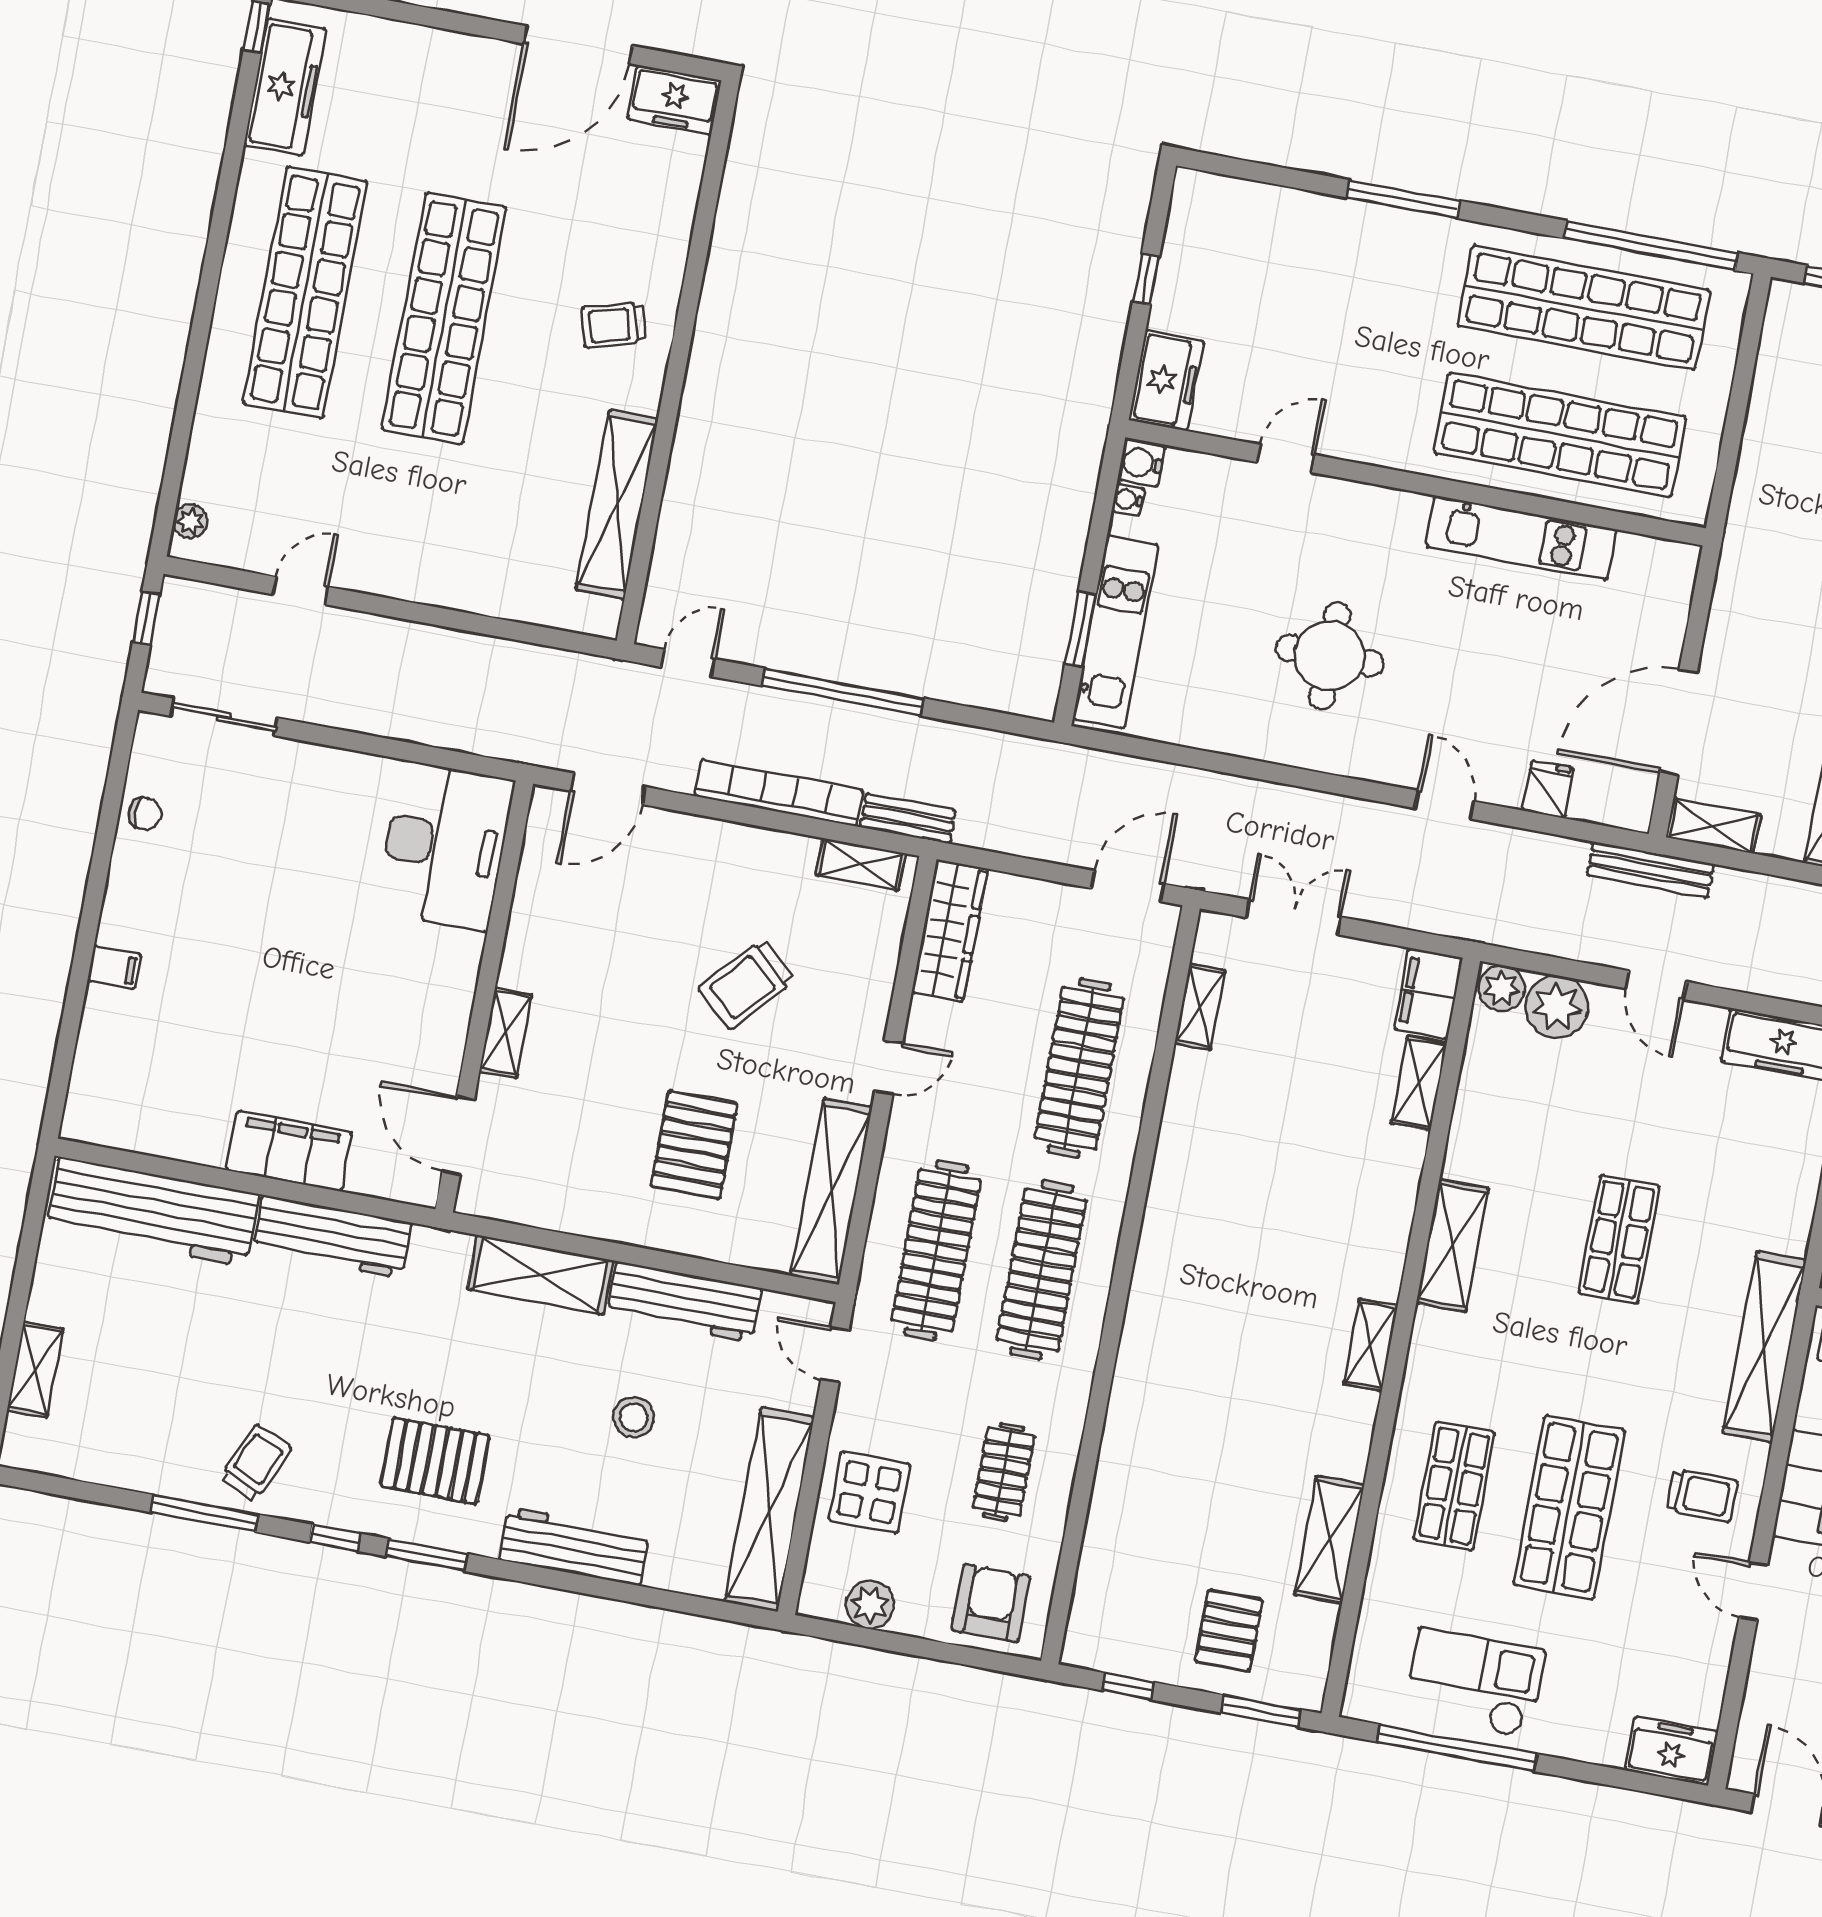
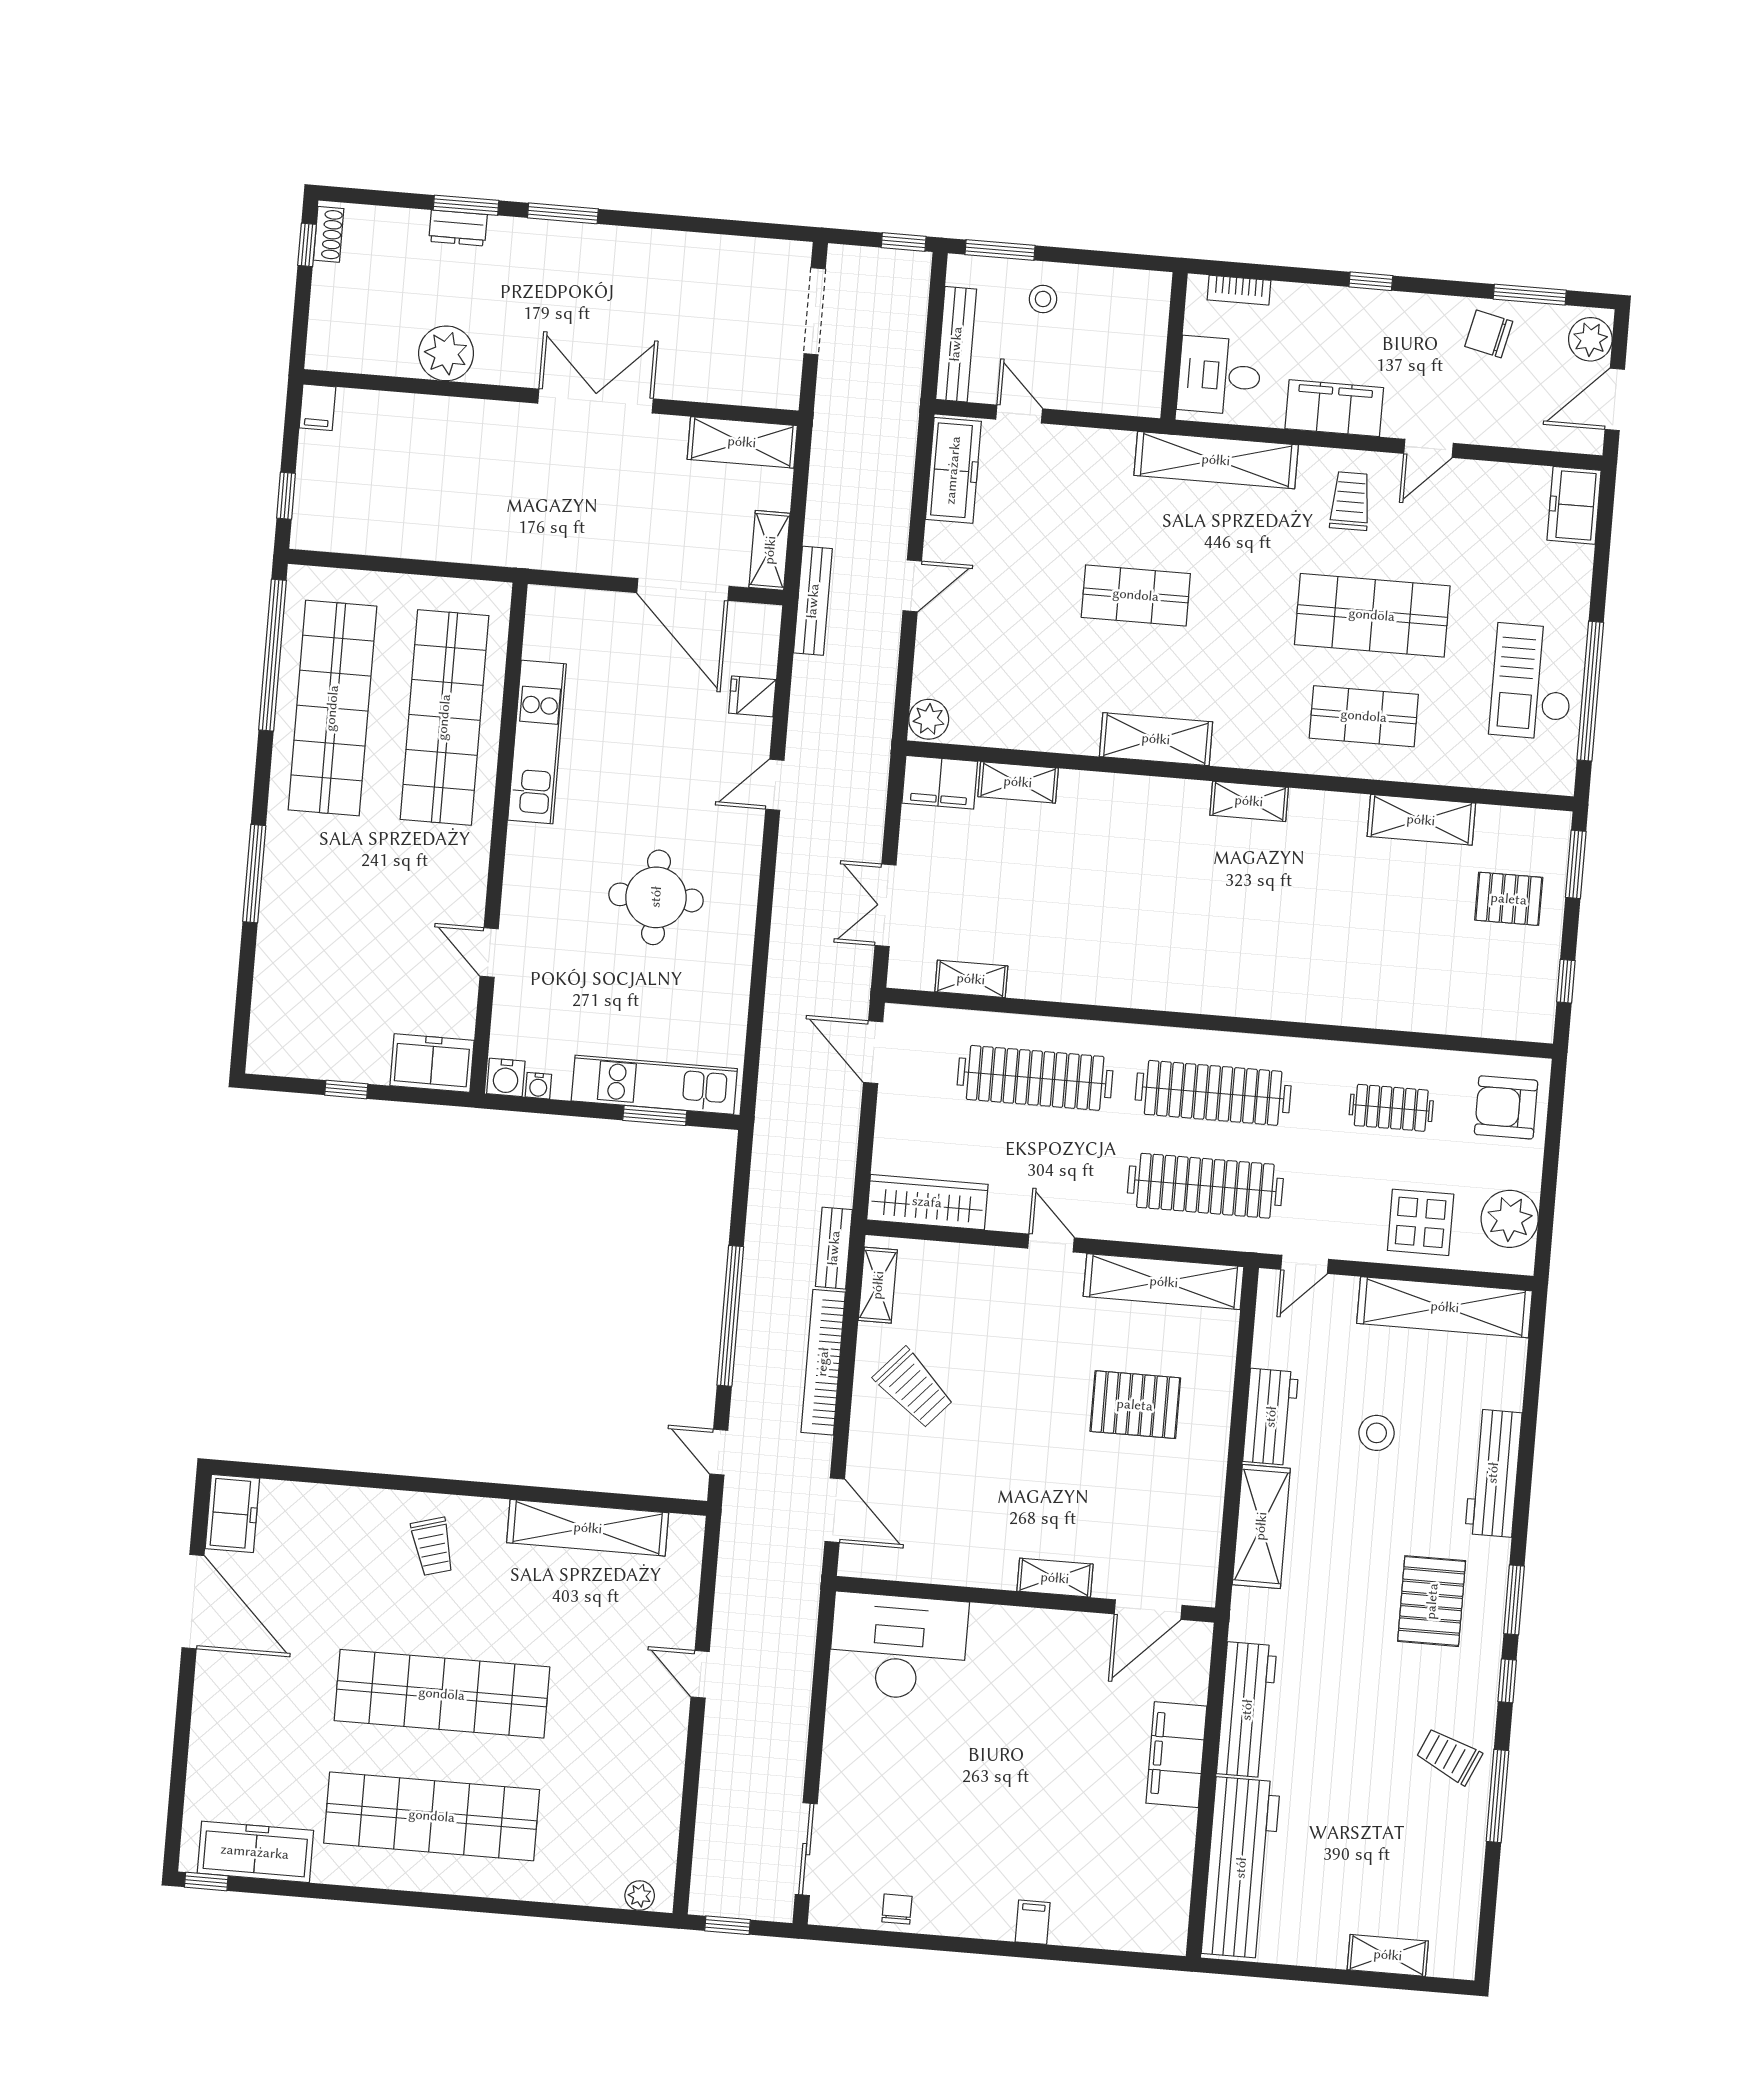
door: (300, 591) -> (700, 1674), moved
trolley: (747, 984) -> (914, 1388), moved
plant: (1557, 1007) -> (940, 670), removed
workbench: (684, 1302) -> (1271, 1417), width x0.73
plant: (870, 1605) -> (1510, 1219), width x1.36, depth x1.36

